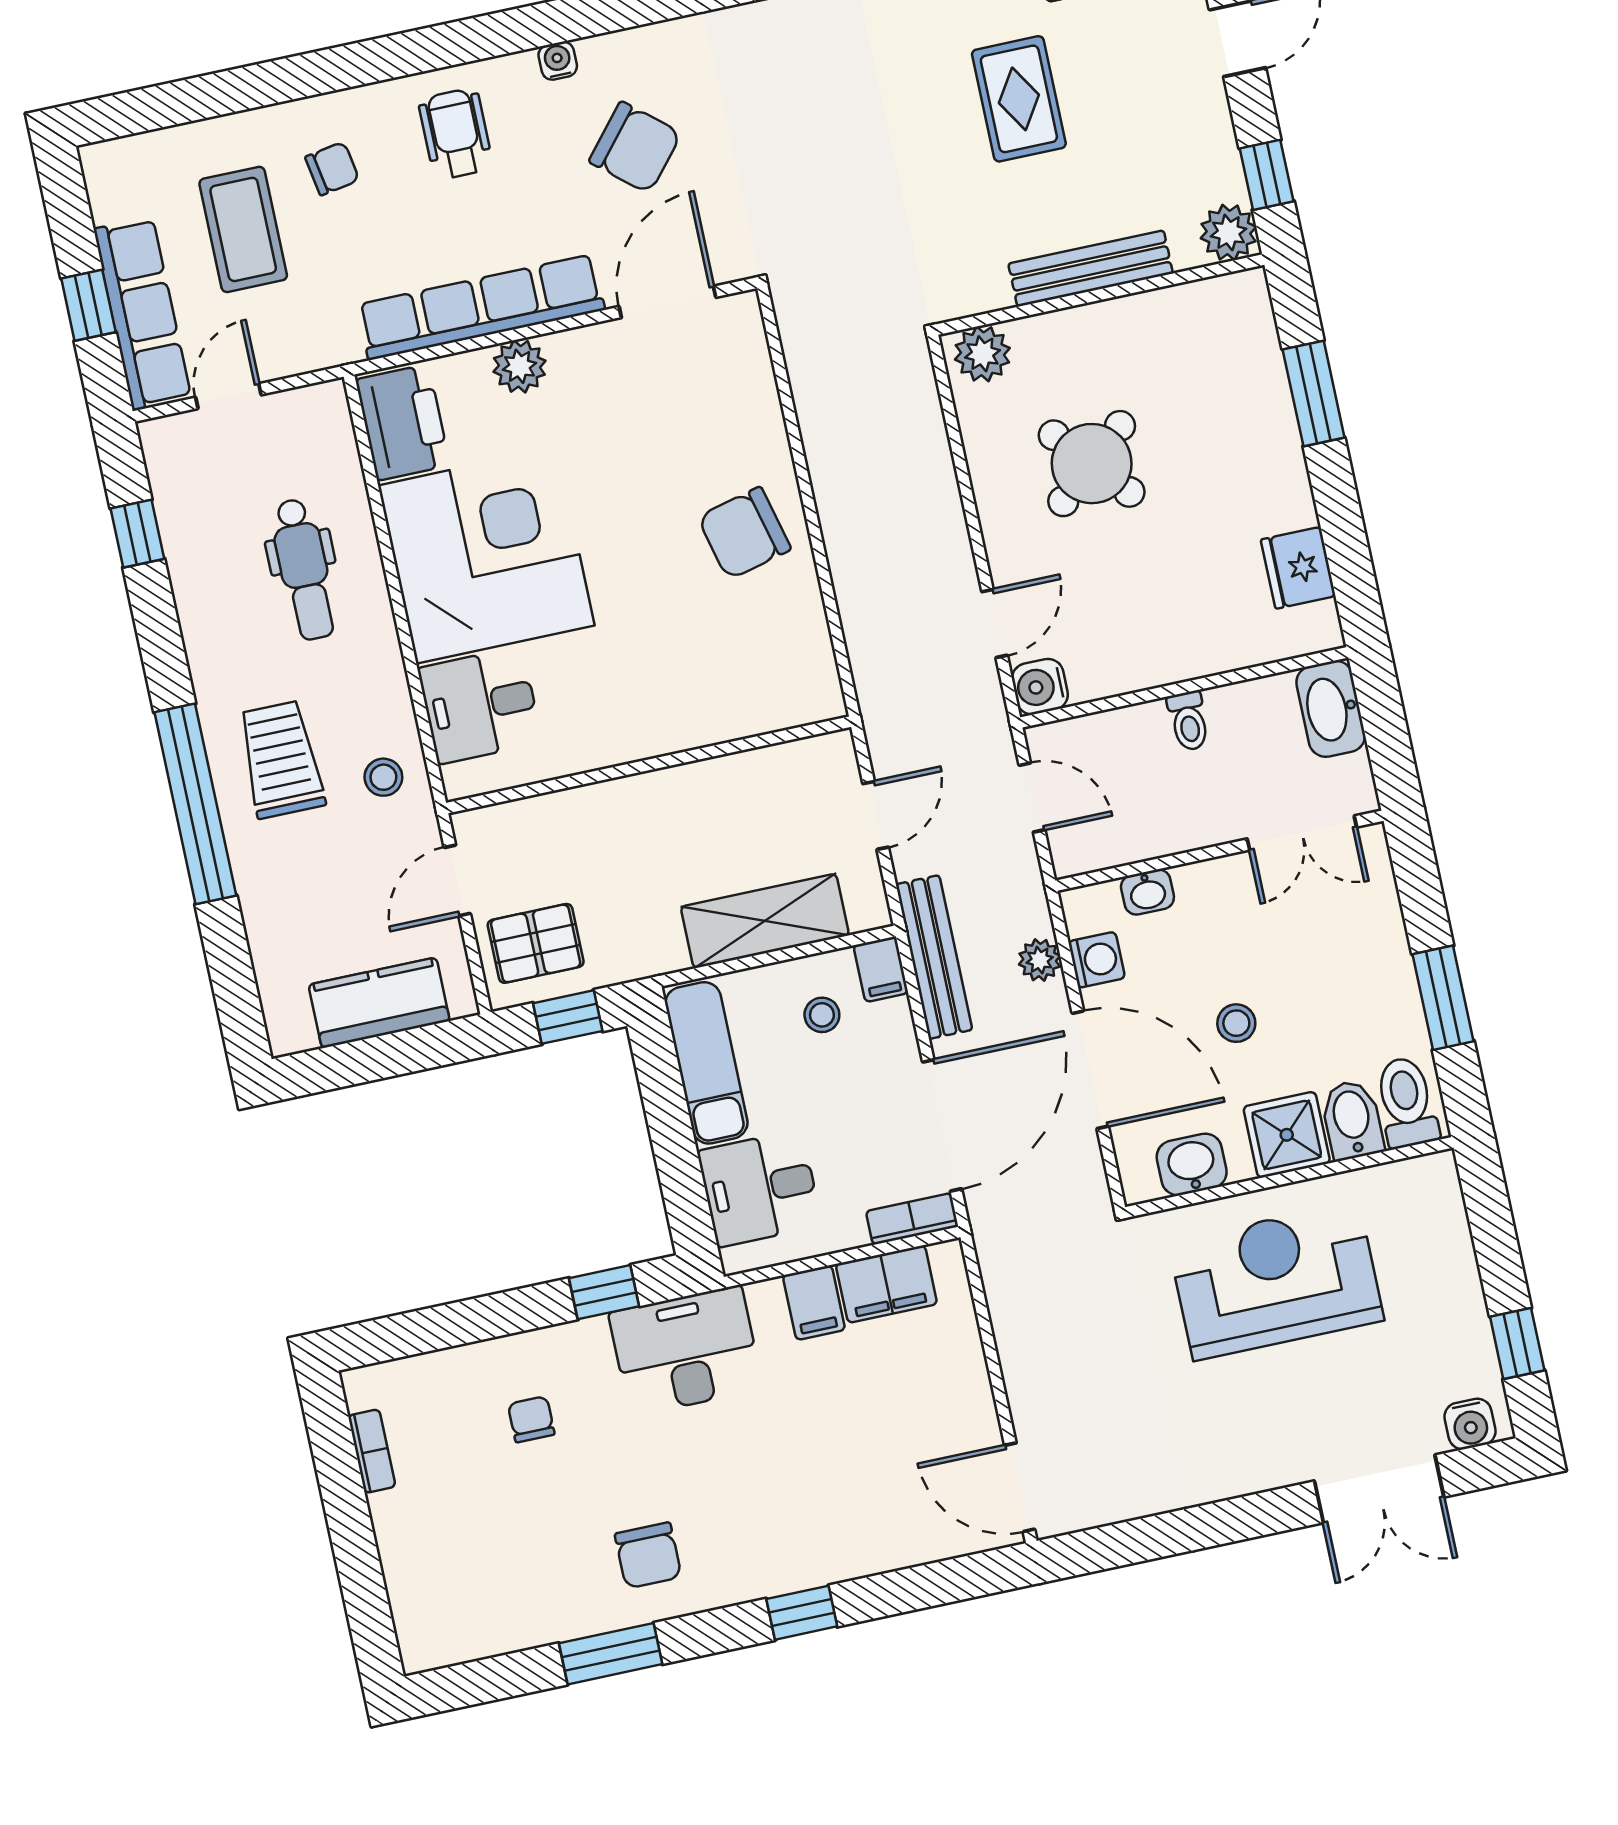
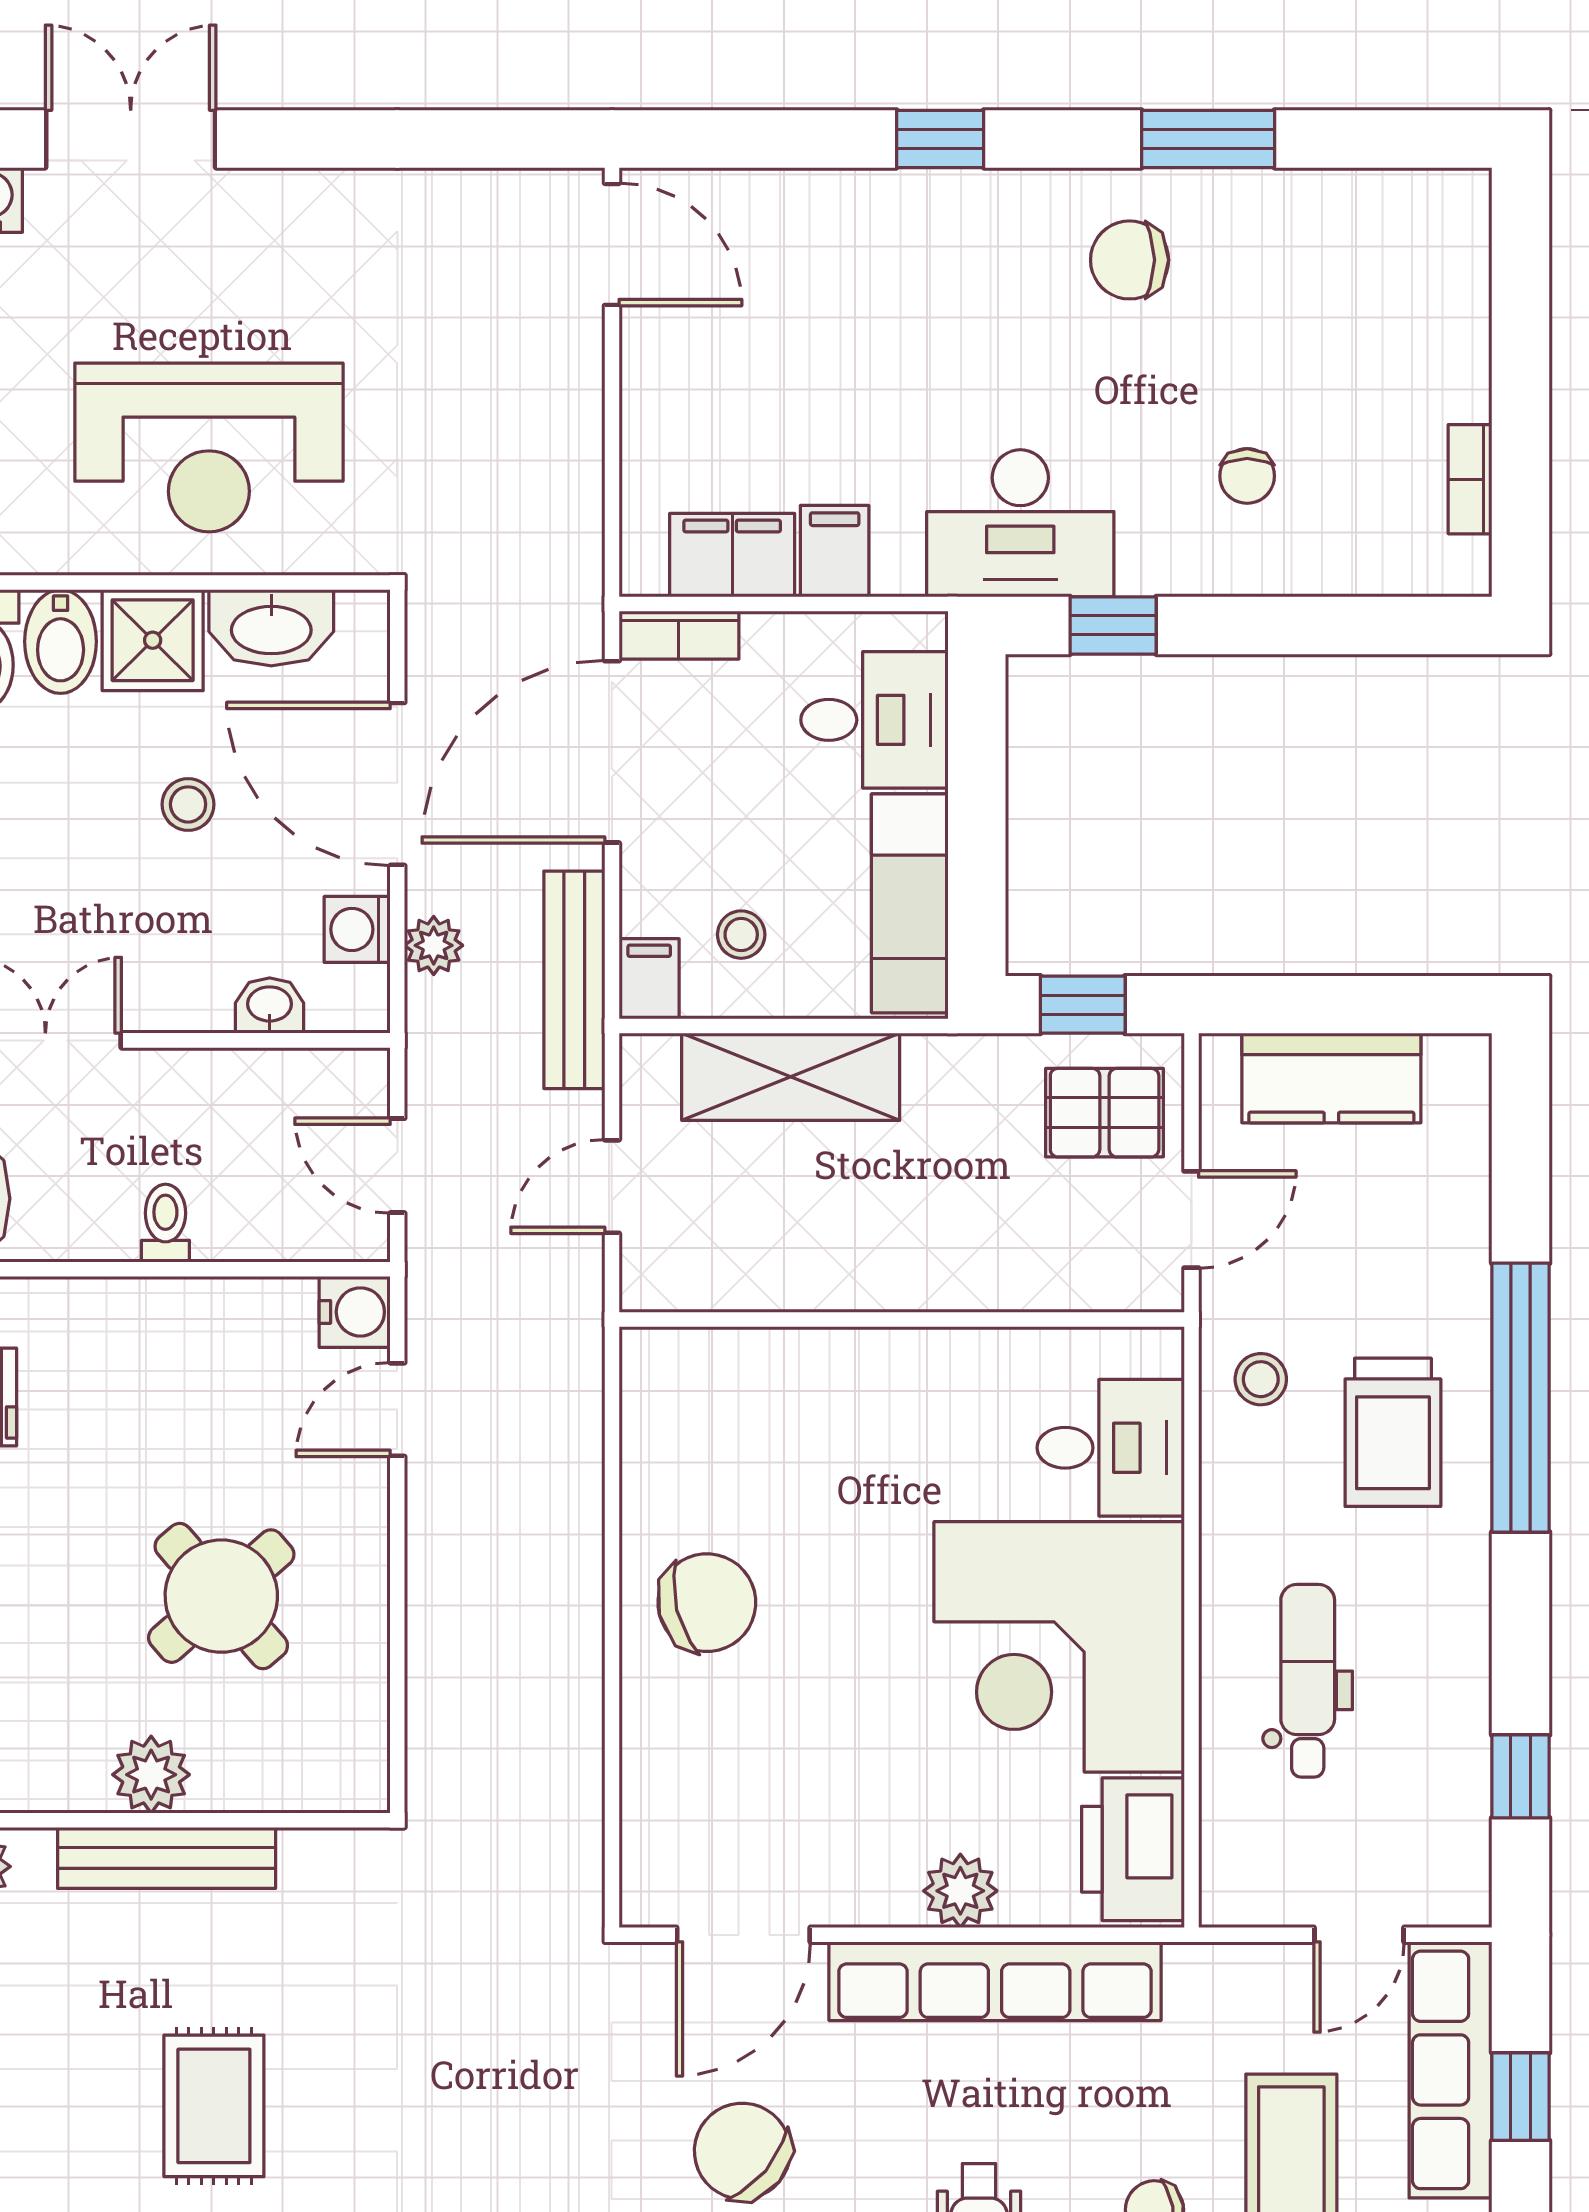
plant: (982, 354) -> (151, 1775), moved
washbasin: (1192, 1164) -> (271, 628), width x1.38
chair: (648, 1555) -> (1130, 260), turned -90

